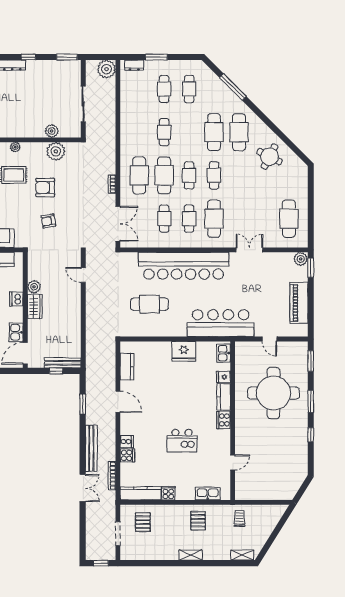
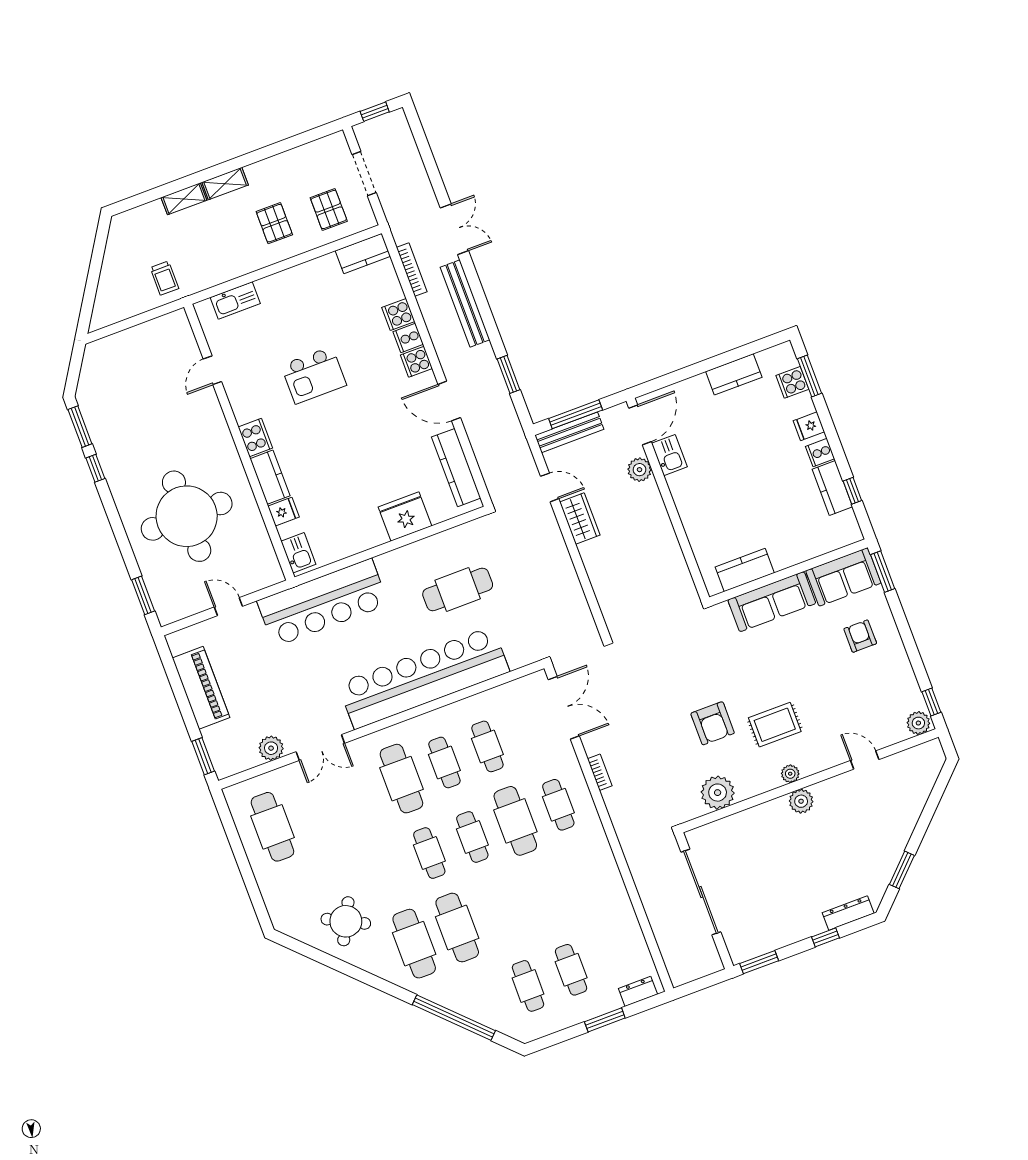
plant: (106, 69) -> (683, 967), removed
window: (233, 87) -> (454, 1018), width x1.46
sliding door: (83, 104) -> (701, 892), width x1.36
plant: (52, 131) -> (801, 801), moved
cafe table: (164, 132) -> (543, 895), removed
cafe table: (139, 175) -> (558, 805), width x0.73, depth x0.74
armchair: (45, 188) -> (713, 723), turned 90
armchair: (48, 221) -> (686, 668), removed
double door: (118, 224) -> (564, 708), swing flipped
plant: (301, 259) -> (271, 748), moved
door: (83, 275) -> (550, 487), moved
plant: (34, 287) -> (640, 470), moved
dishwasher: (16, 299) -> (690, 513), removed
wardrobe: (35, 307) -> (580, 519), moved, turned 180
fridge: (184, 351) -> (405, 516), moved
kitchen counter: (127, 367) -> (456, 468), width x1.50
window: (56, 371) -> (576, 414), width x2.17
window: (311, 401) -> (80, 427), moved
kitchen island: (182, 441) -> (314, 375), turned 180
double door: (83, 488) -> (454, 229), swing flipped
kitchen counter: (141, 493) -> (363, 253), width x0.67
cooker: (168, 493) -> (416, 362), moved, turned 90
pallet: (198, 521) -> (274, 223), moved
shelving: (242, 555) -> (184, 199), moved

